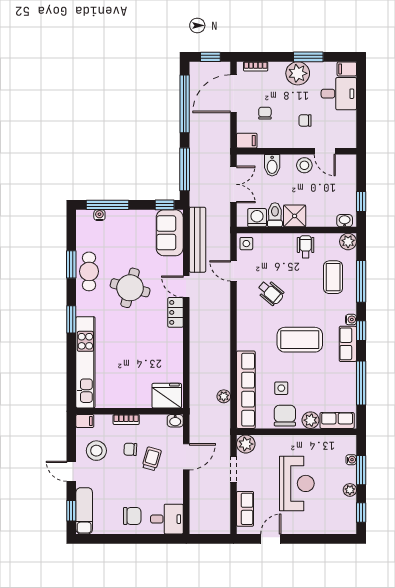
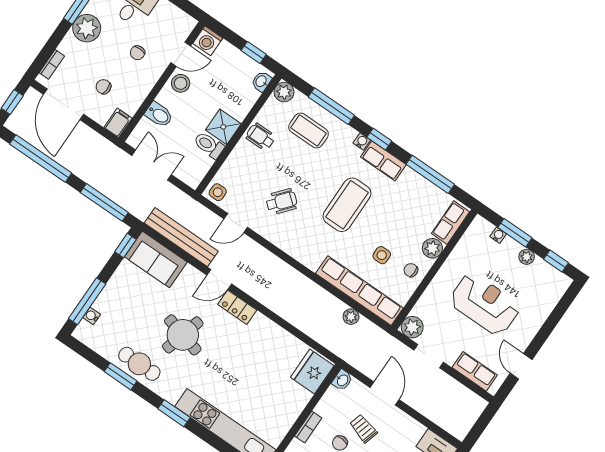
washing machine: (257, 218) -> (208, 41), moved, turned -90
chair: (285, 416) -> (411, 270), width x0.54, depth x0.54

